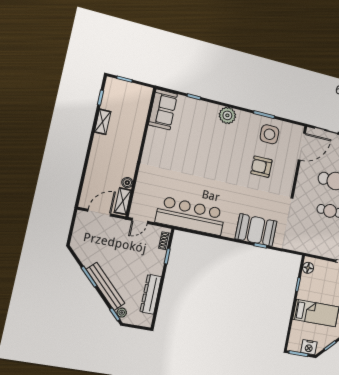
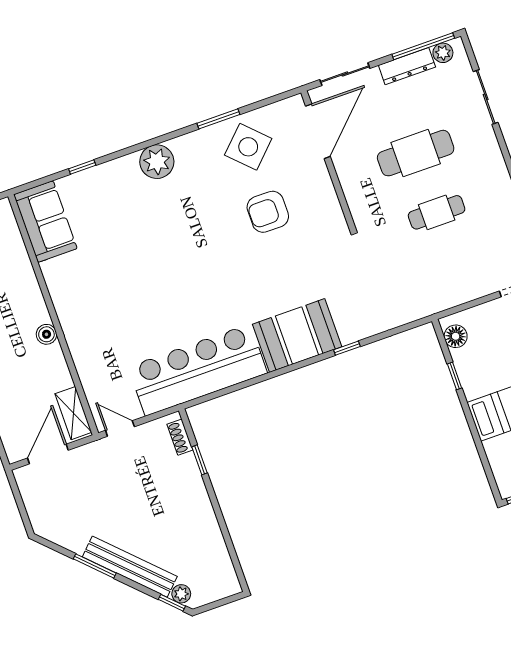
side table: (269, 134) -> (248, 147), turned 45
boiler: (127, 183) -> (46, 334), moved
door: (140, 221) -> (120, 429), swing flipped
booth: (256, 230) -> (297, 335), moved
dresser: (151, 294) -> (210, 537), removed

